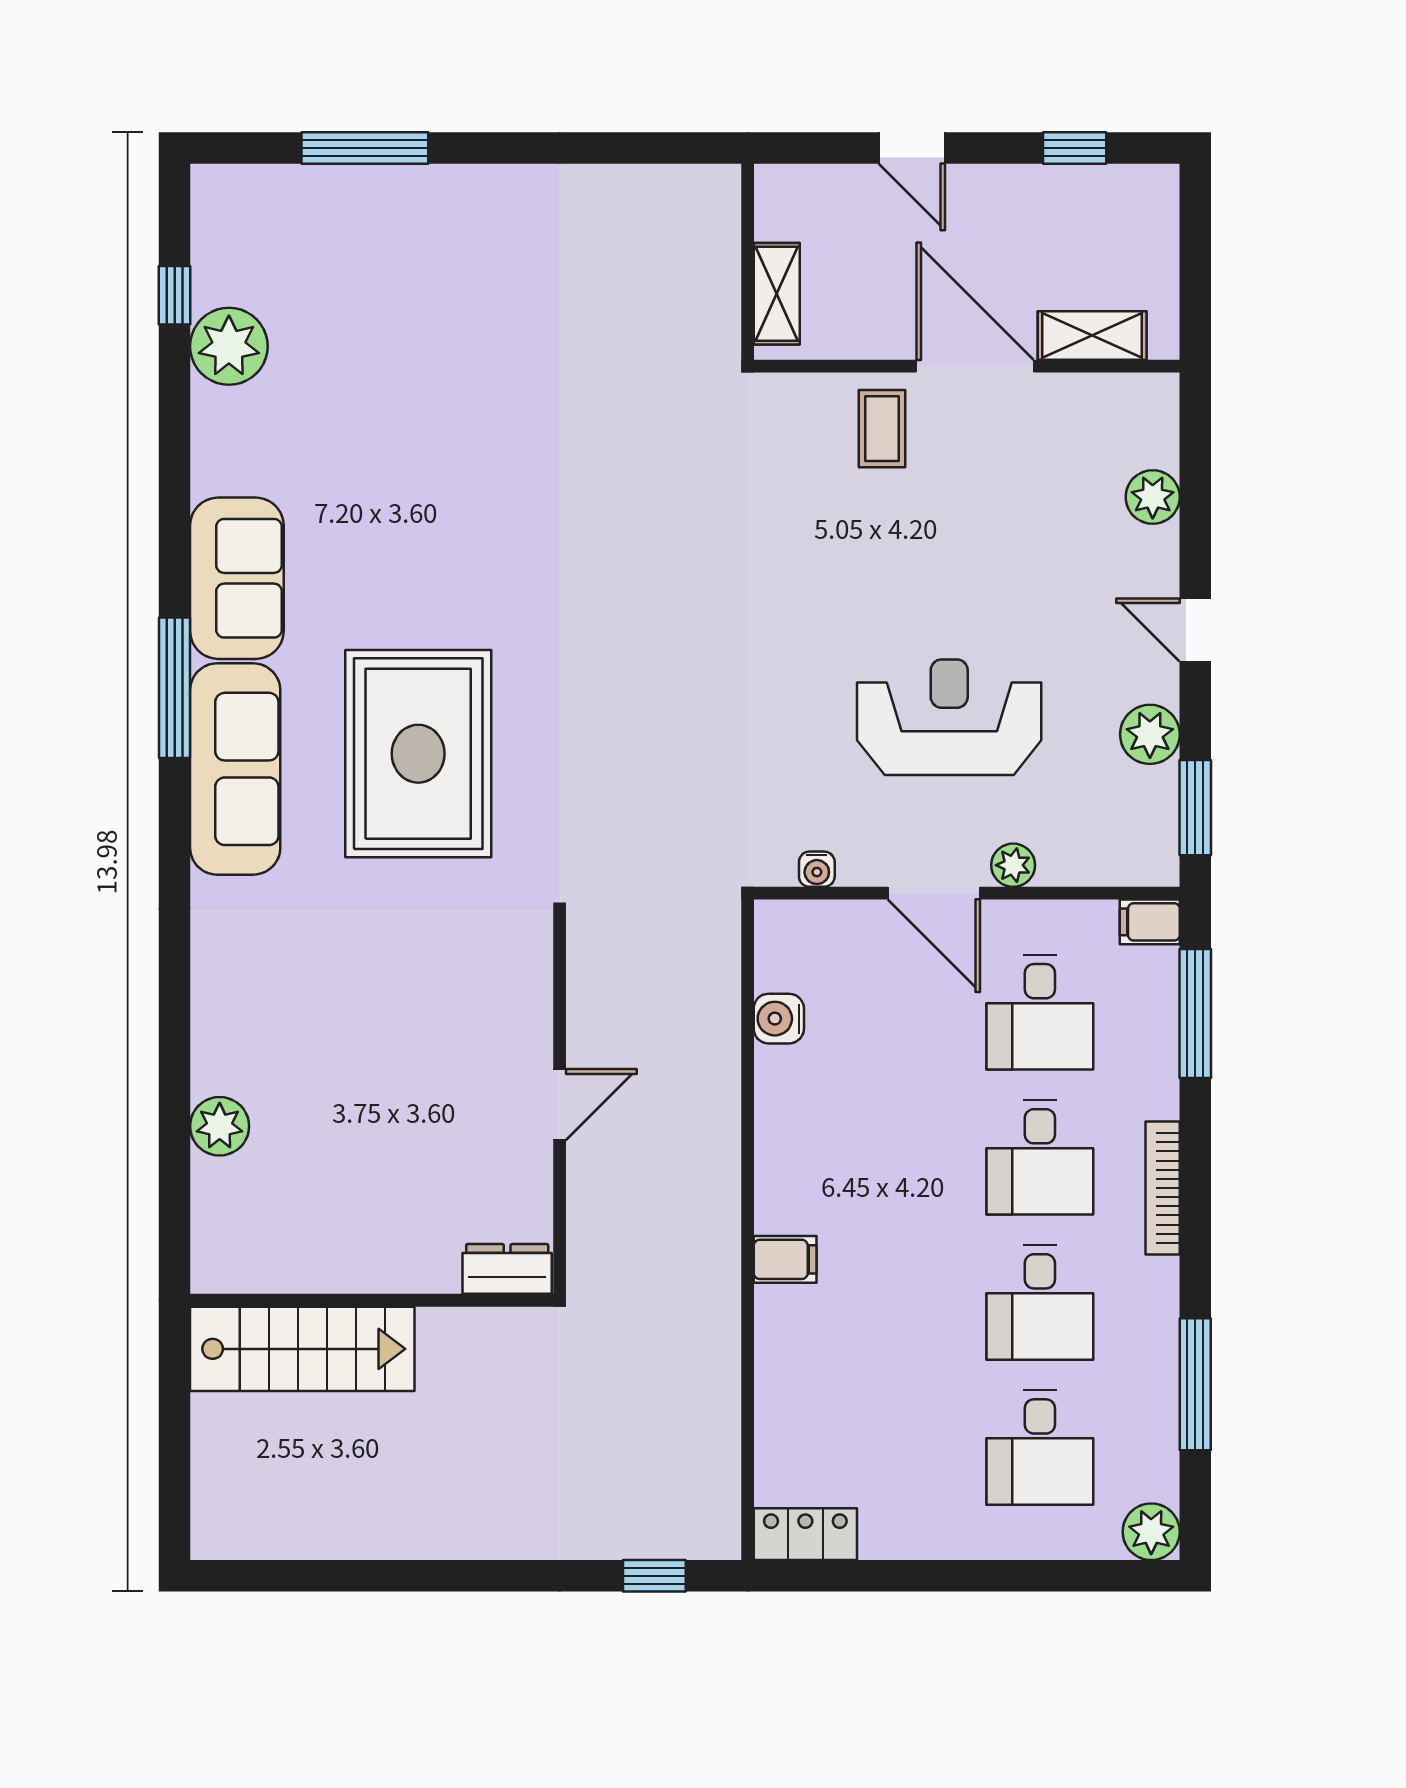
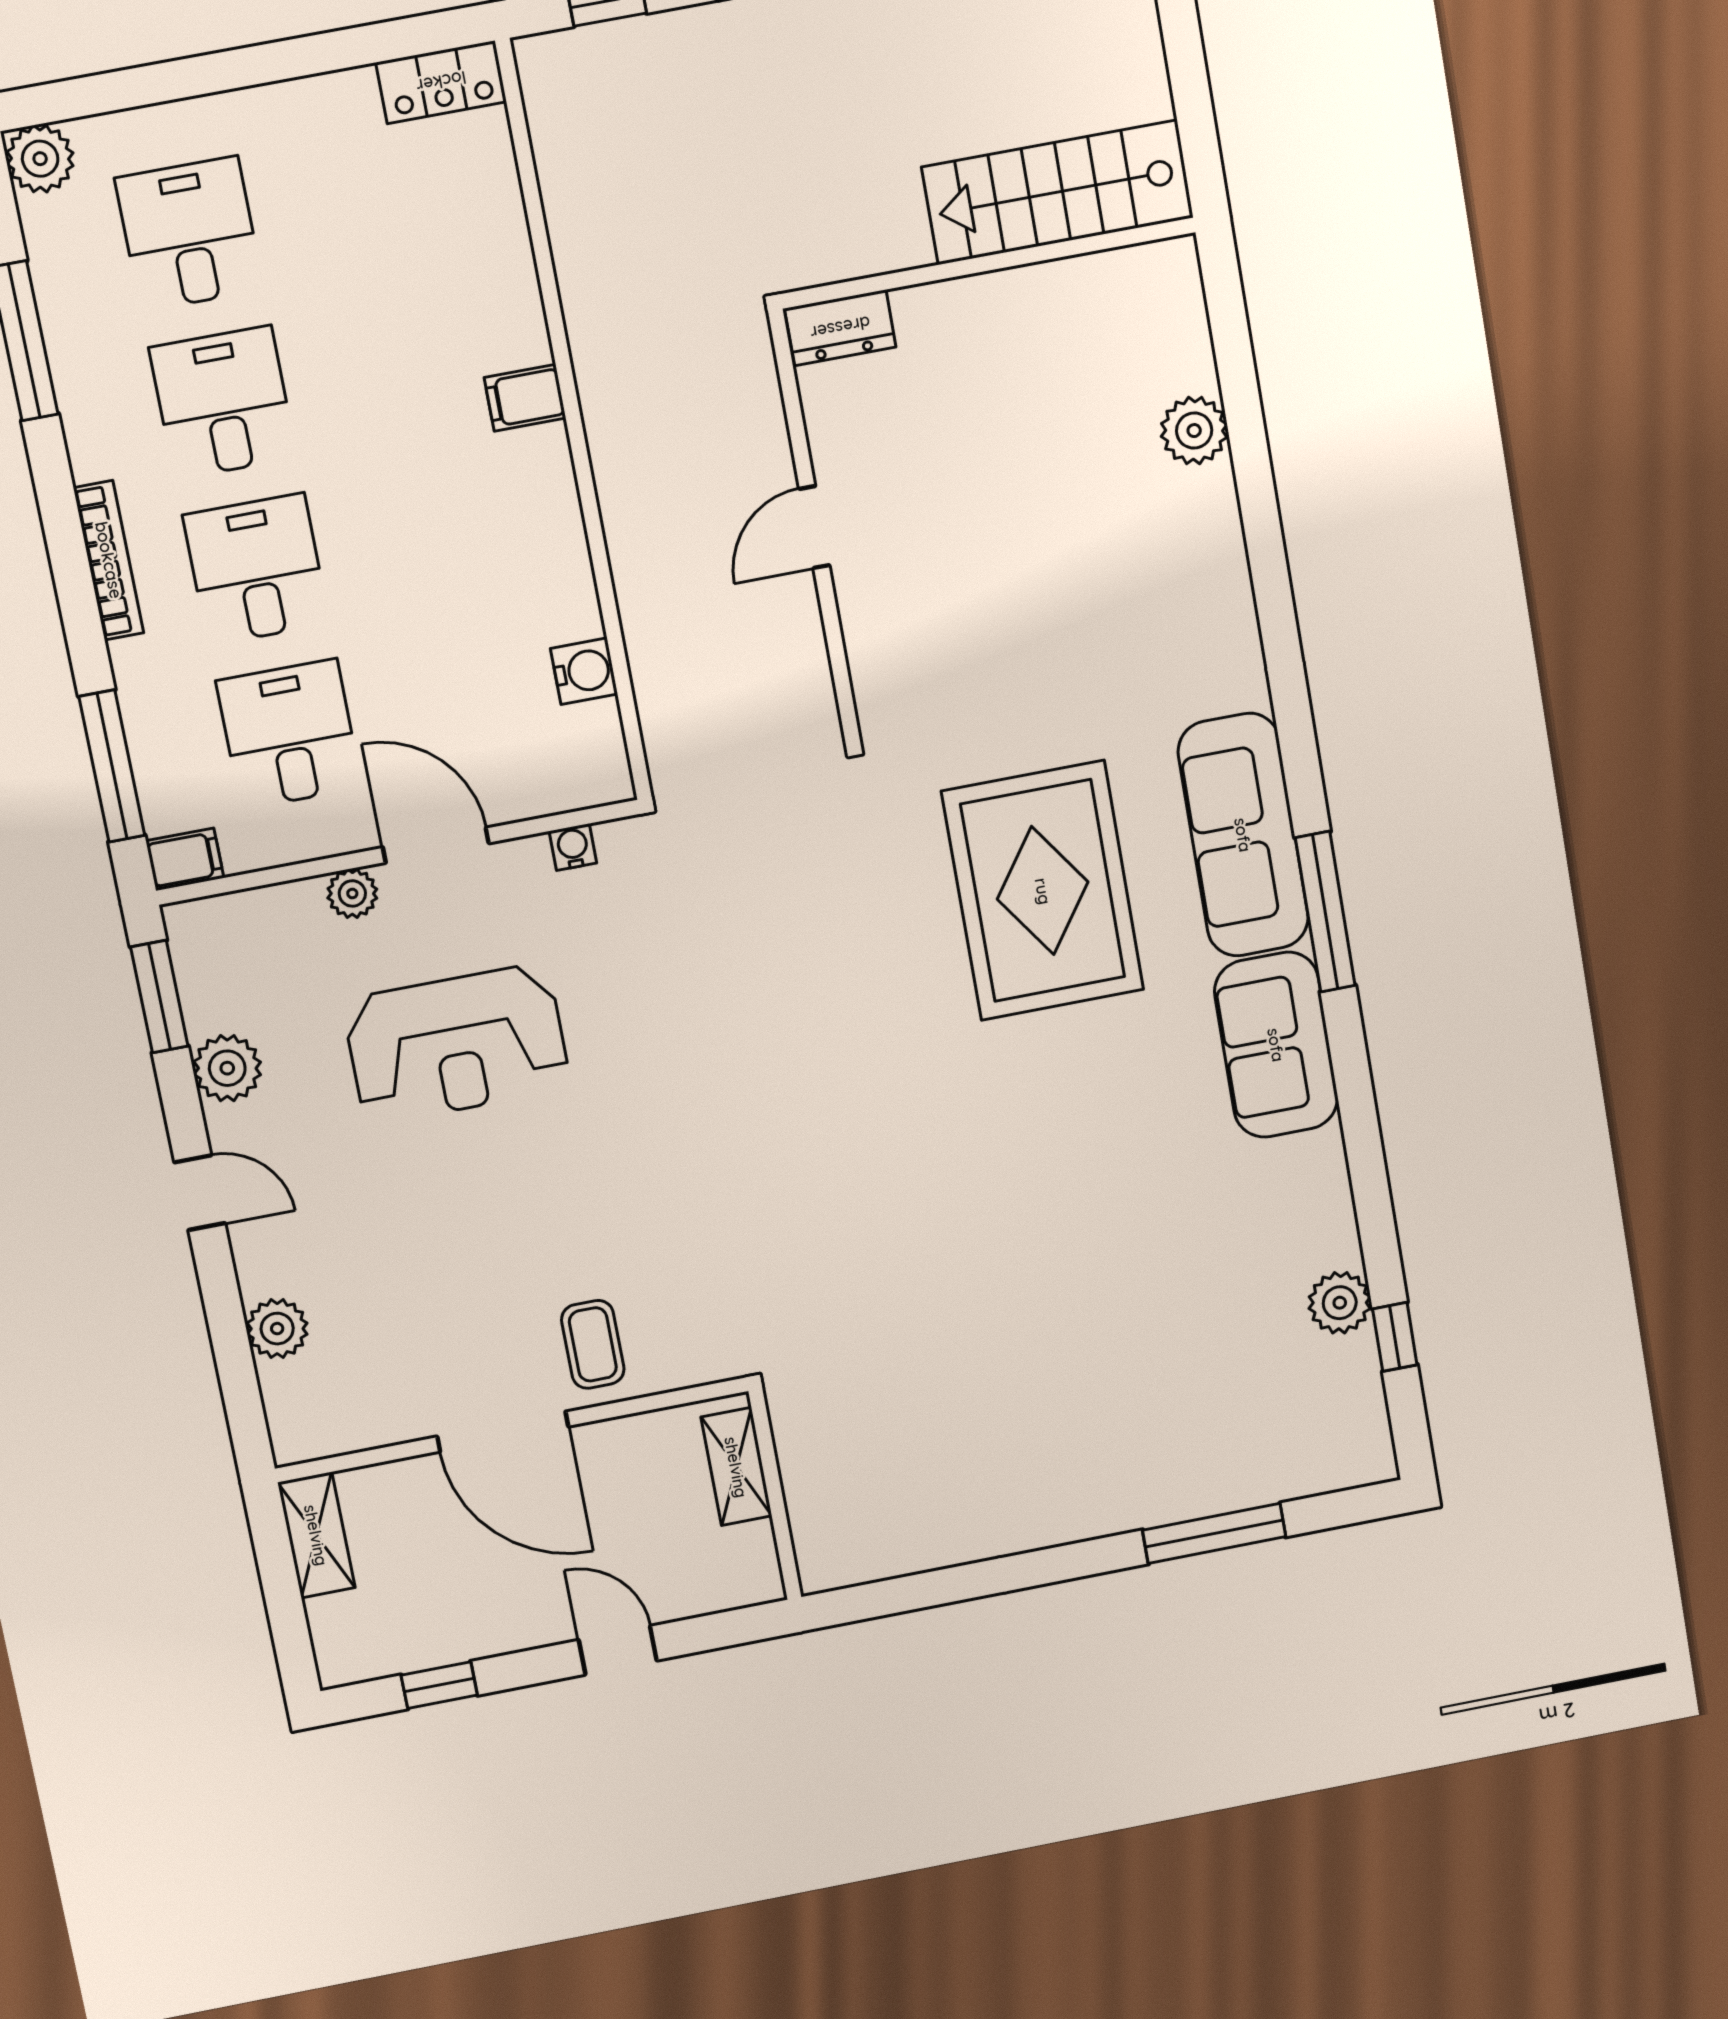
shelving: (1092, 335) -> (316, 1535), moved, turned 90
plant: (229, 346) -> (1340, 1303), width x0.73, depth x0.73

